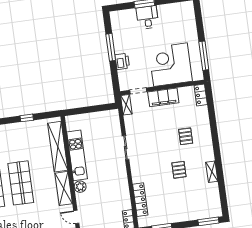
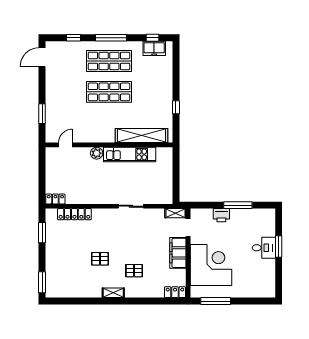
shelving: (212, 172) -> (113, 293), moved
shelving: (64, 188) -> (97, 136), removed

